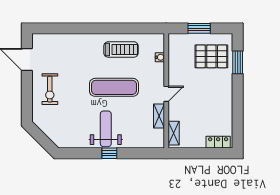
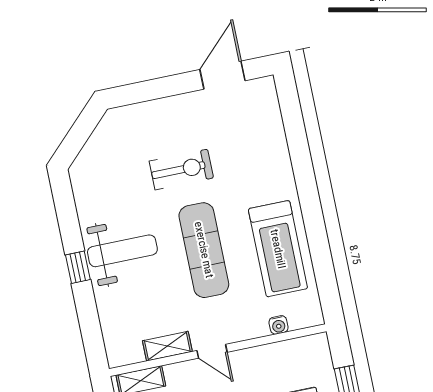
treadmill: (121, 49) -> (278, 249), width x1.37, depth x1.38
exercise bike: (50, 89) -> (181, 169), moved, turned 180

